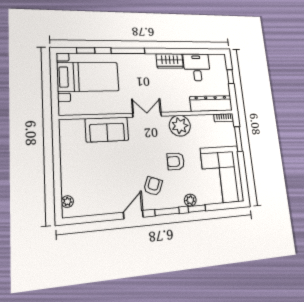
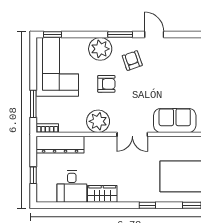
window: (128, 51) -> (147, 205), width x0.46
armchair: (153, 186) -> (132, 61), turned 140
plant: (190, 200) -> (100, 49), width x1.88, depth x1.88
window: (197, 209) -> (52, 34), moved
door: (133, 215) -> (154, 34), swing flipped

